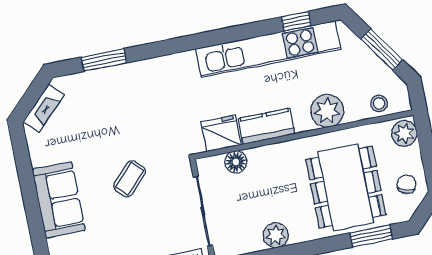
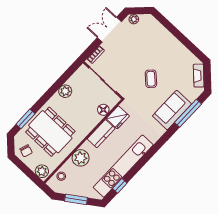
window: (104, 60) -> (188, 113), width x1.44
coffee table: (130, 179) -> (151, 79), moved
sofa: (59, 200) -> (172, 110), moved, turned 90

